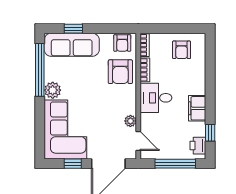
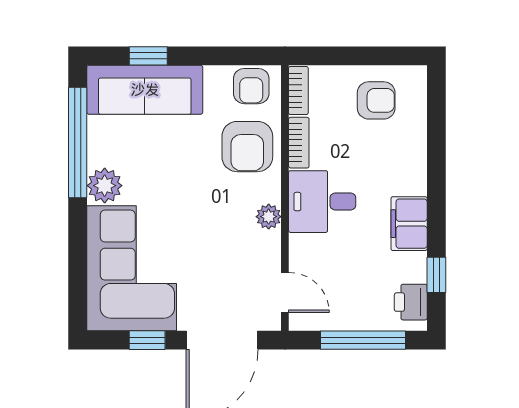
armchair: (182, 50) -> (376, 100), turned -90
plant: (130, 121) -> (269, 217), moved

